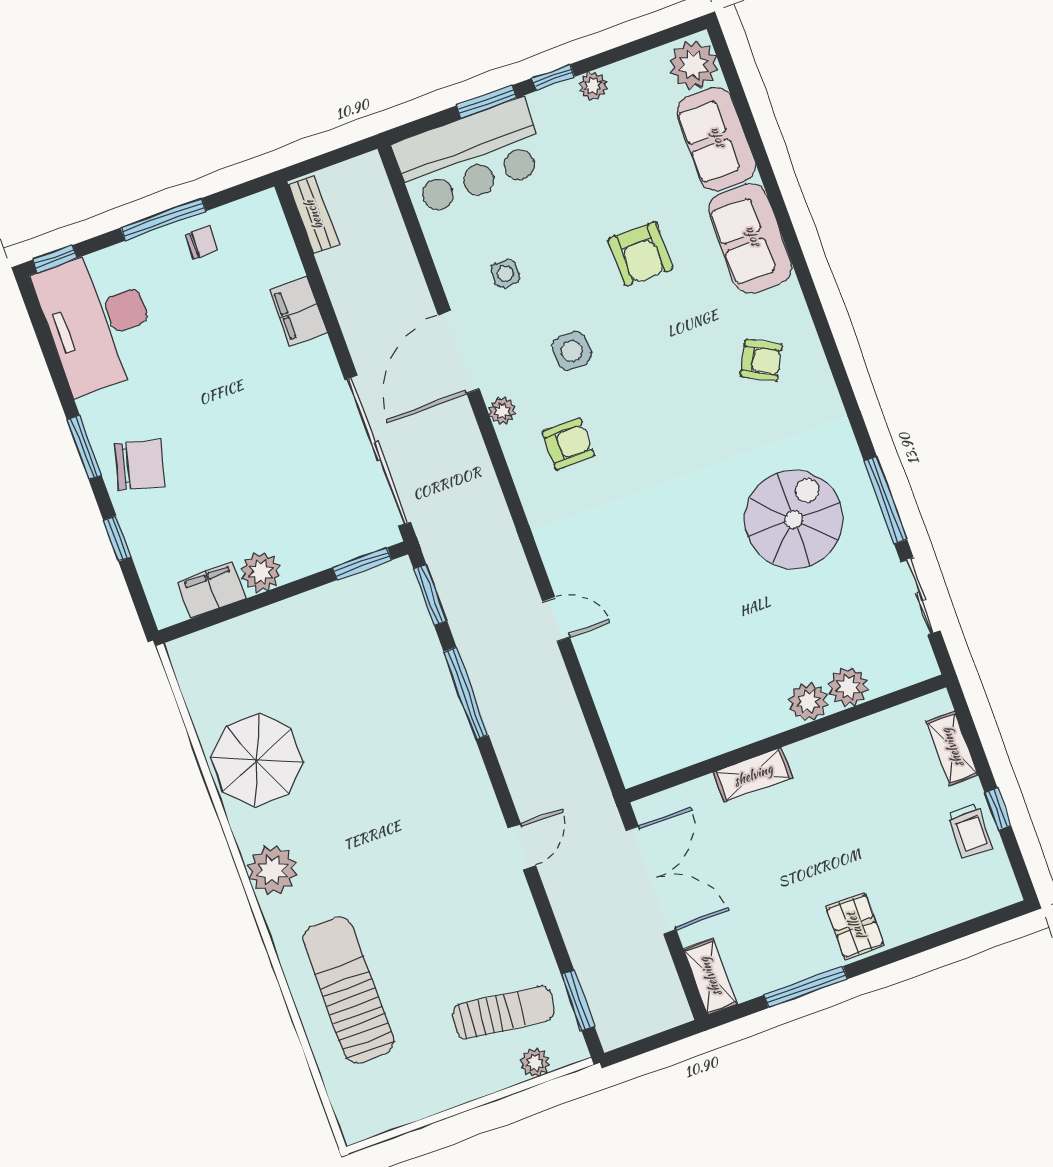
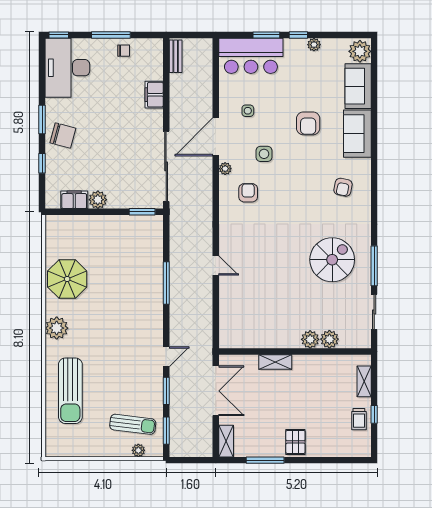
armchair: (761, 360) -> (343, 187), turned 74
armchair: (568, 444) -> (248, 193), turned -90
window: (430, 595) -> (166, 391), moved
sun lounger: (348, 990) -> (70, 391), turned 180

